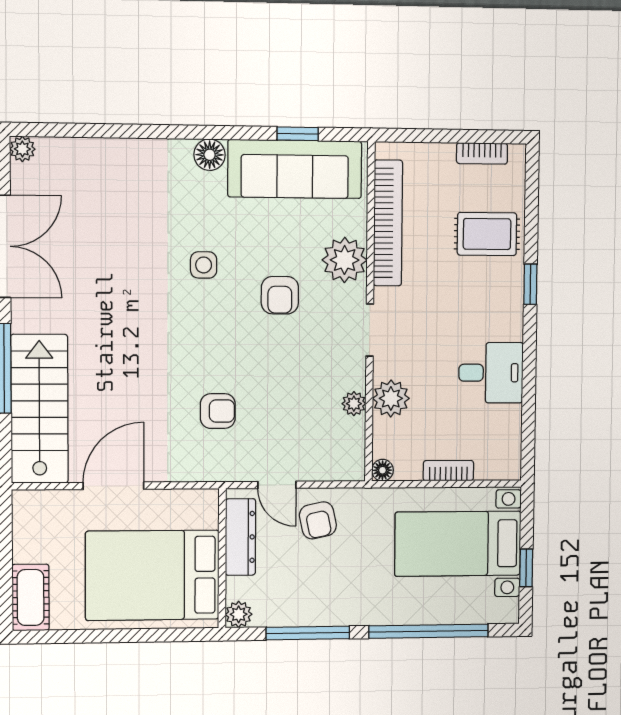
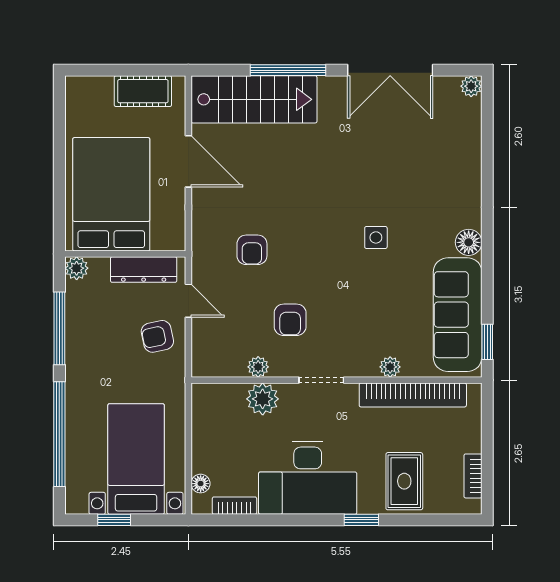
window: (298, 134) -> (487, 342), moved
plant: (345, 260) -> (390, 367), width x0.53, depth x0.53
armchair: (280, 295) -> (290, 320), moved, turned -90
desk: (491, 373) -> (308, 478), width x1.87, depth x1.30
floor lamp: (383, 470) -> (201, 484), moved
bookcase: (448, 471) -> (234, 506), moved, turned -90
door: (277, 485) -> (188, 301), swing flipped
cot: (31, 597) -> (143, 91), moved

